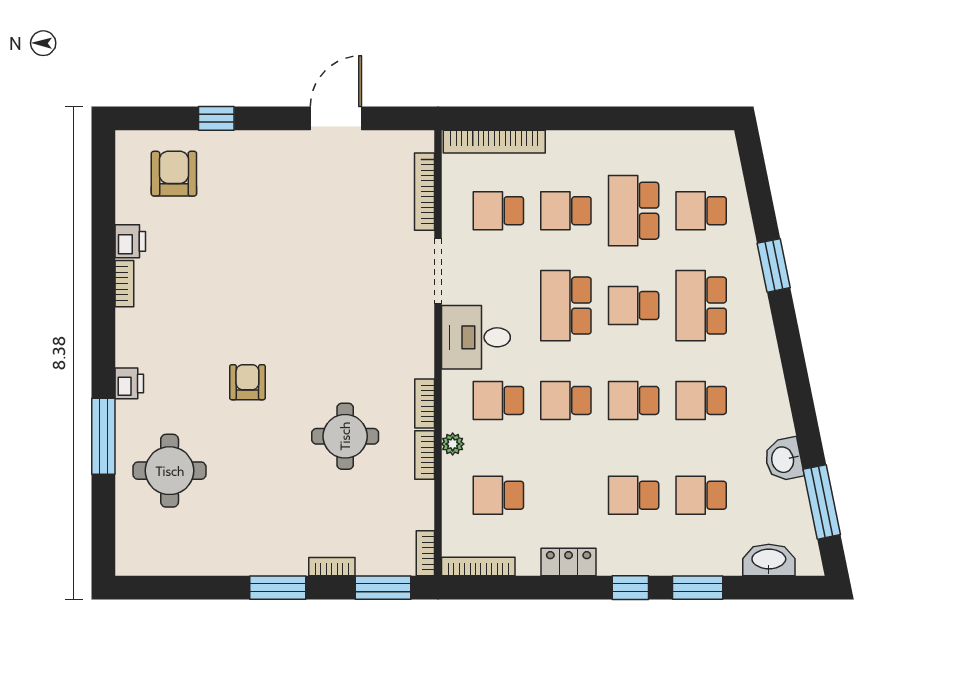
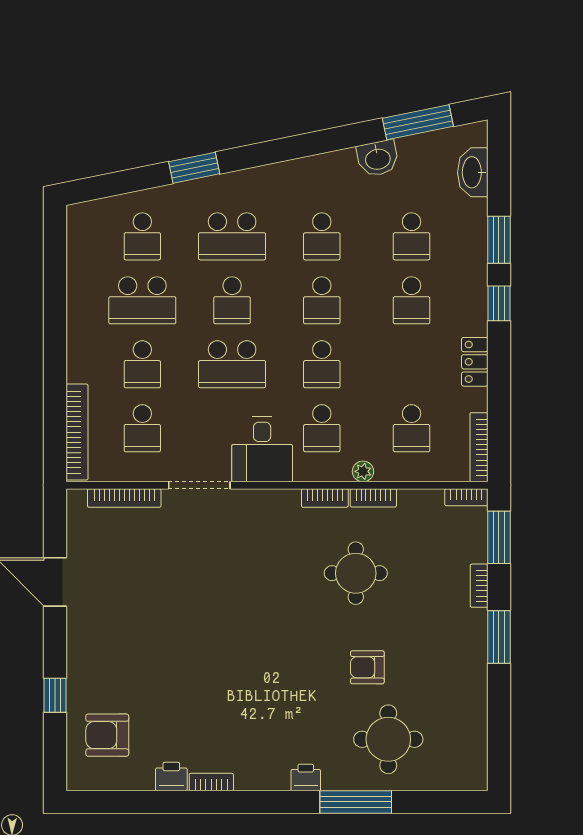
armchair: (247, 382) -> (367, 667), moved

